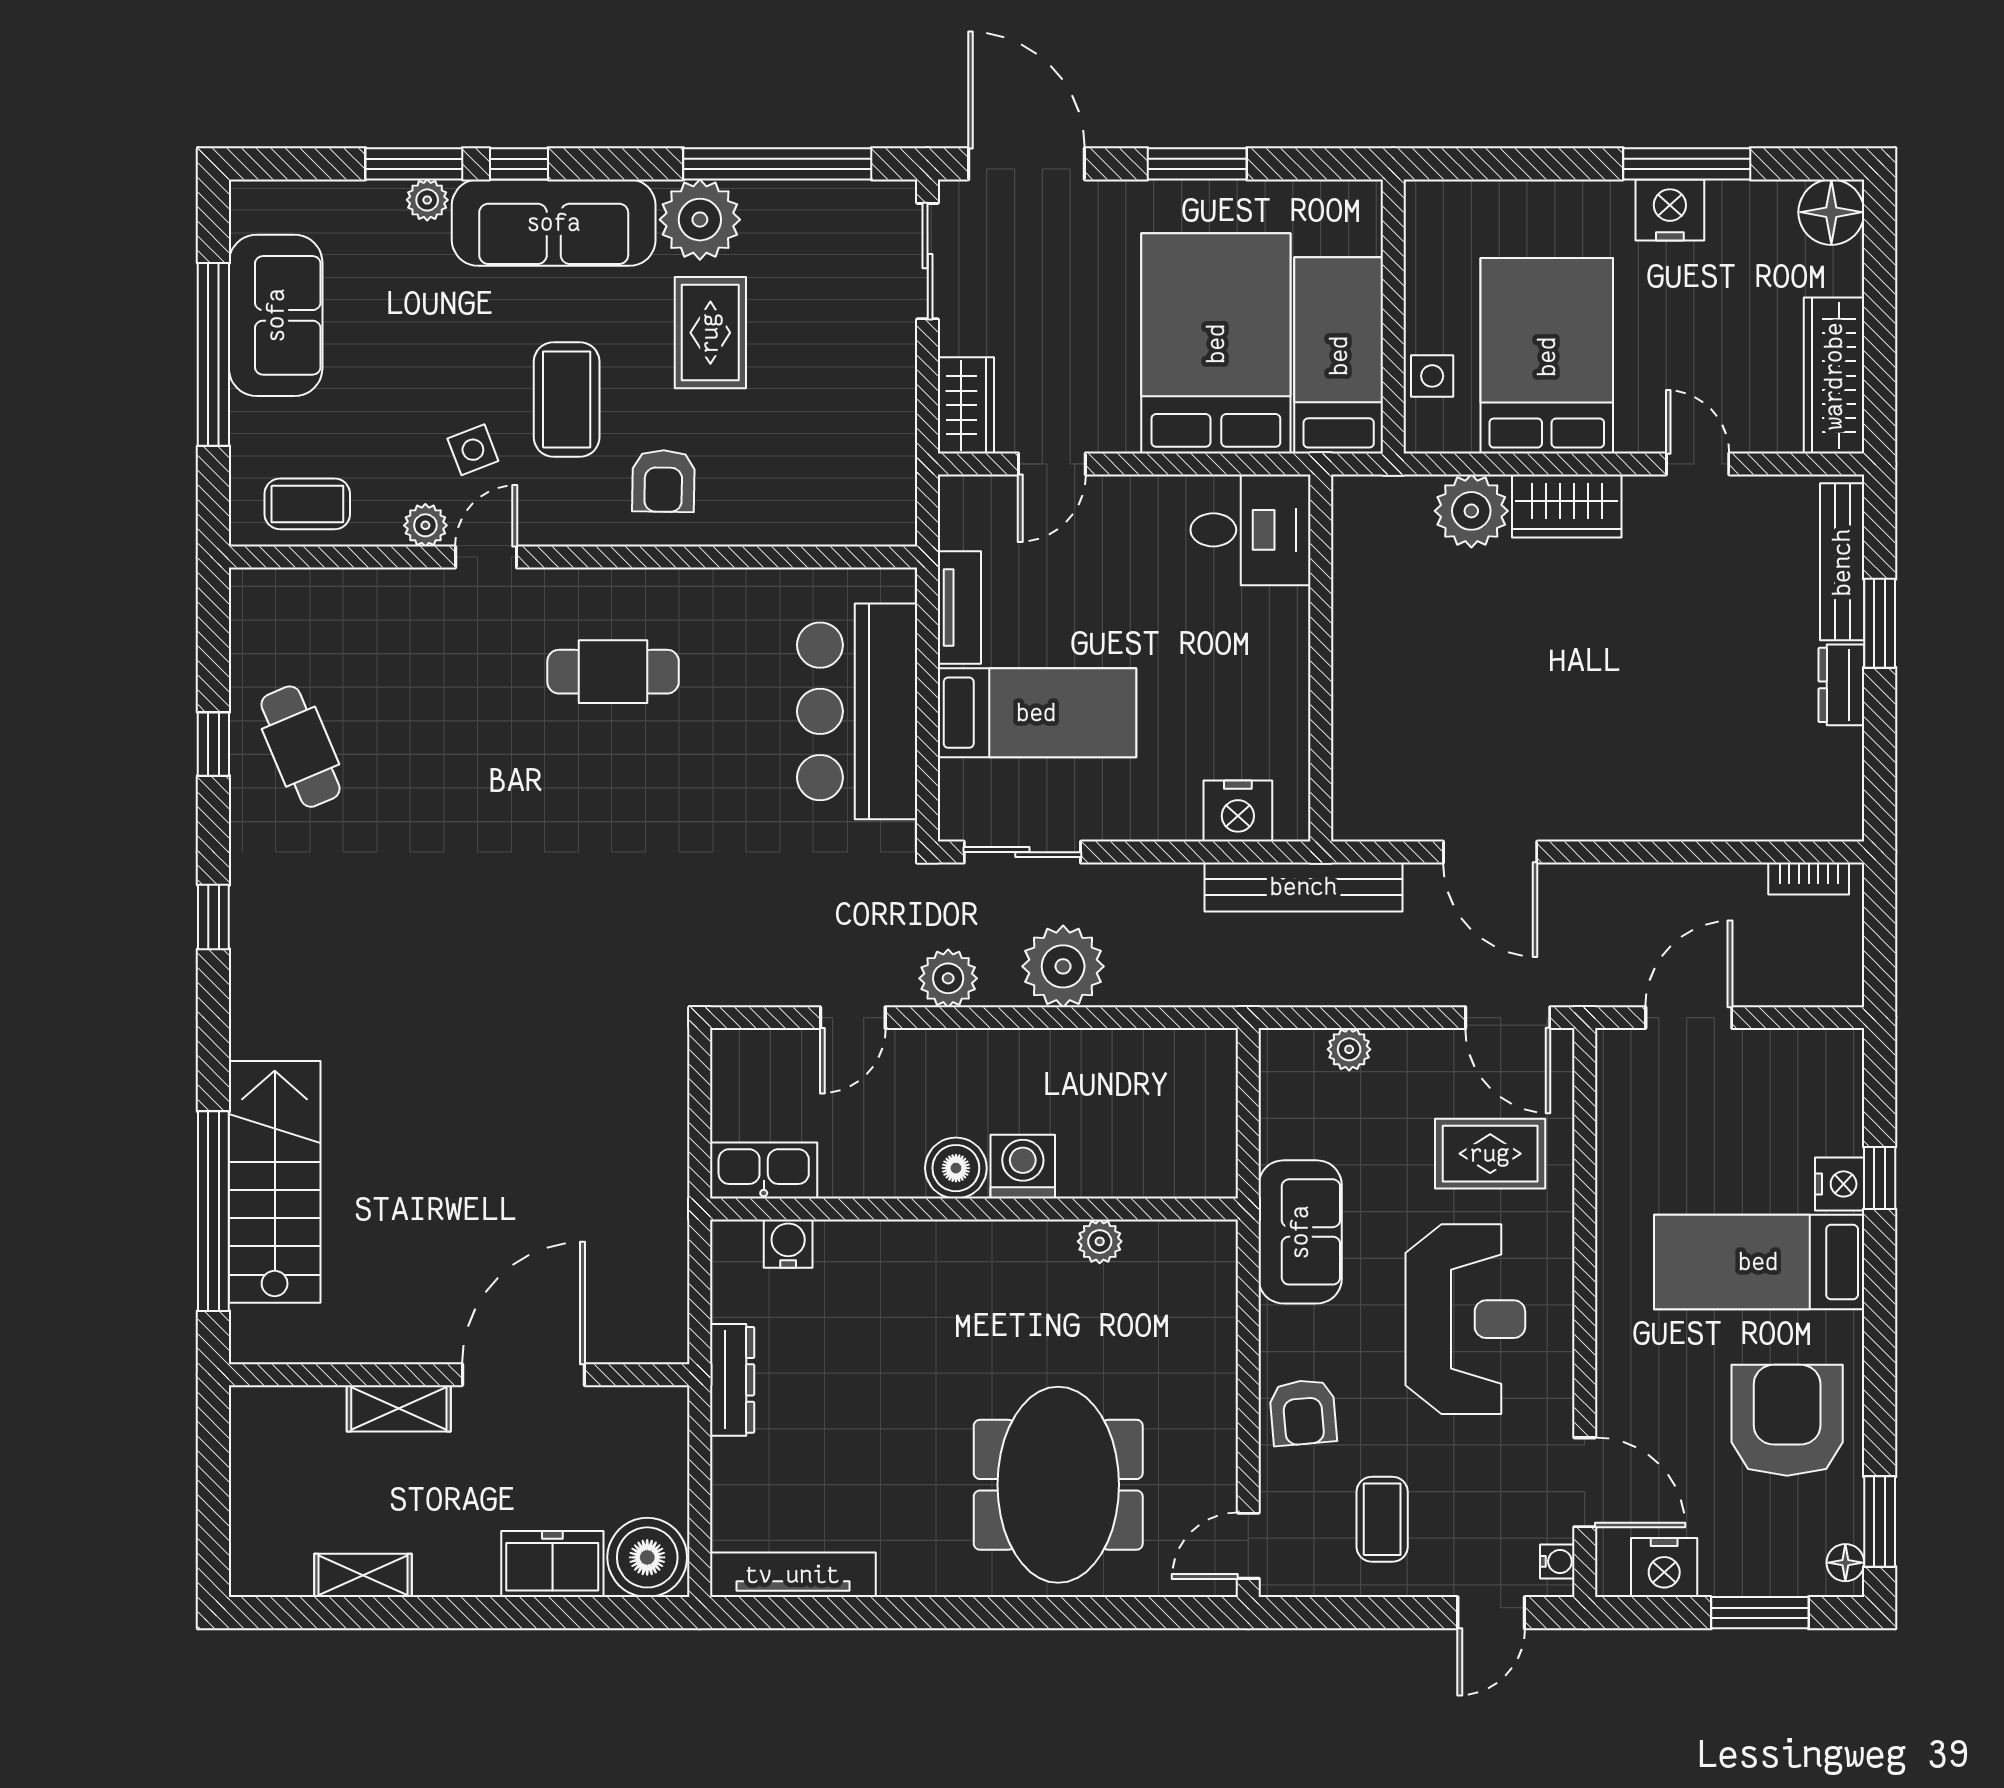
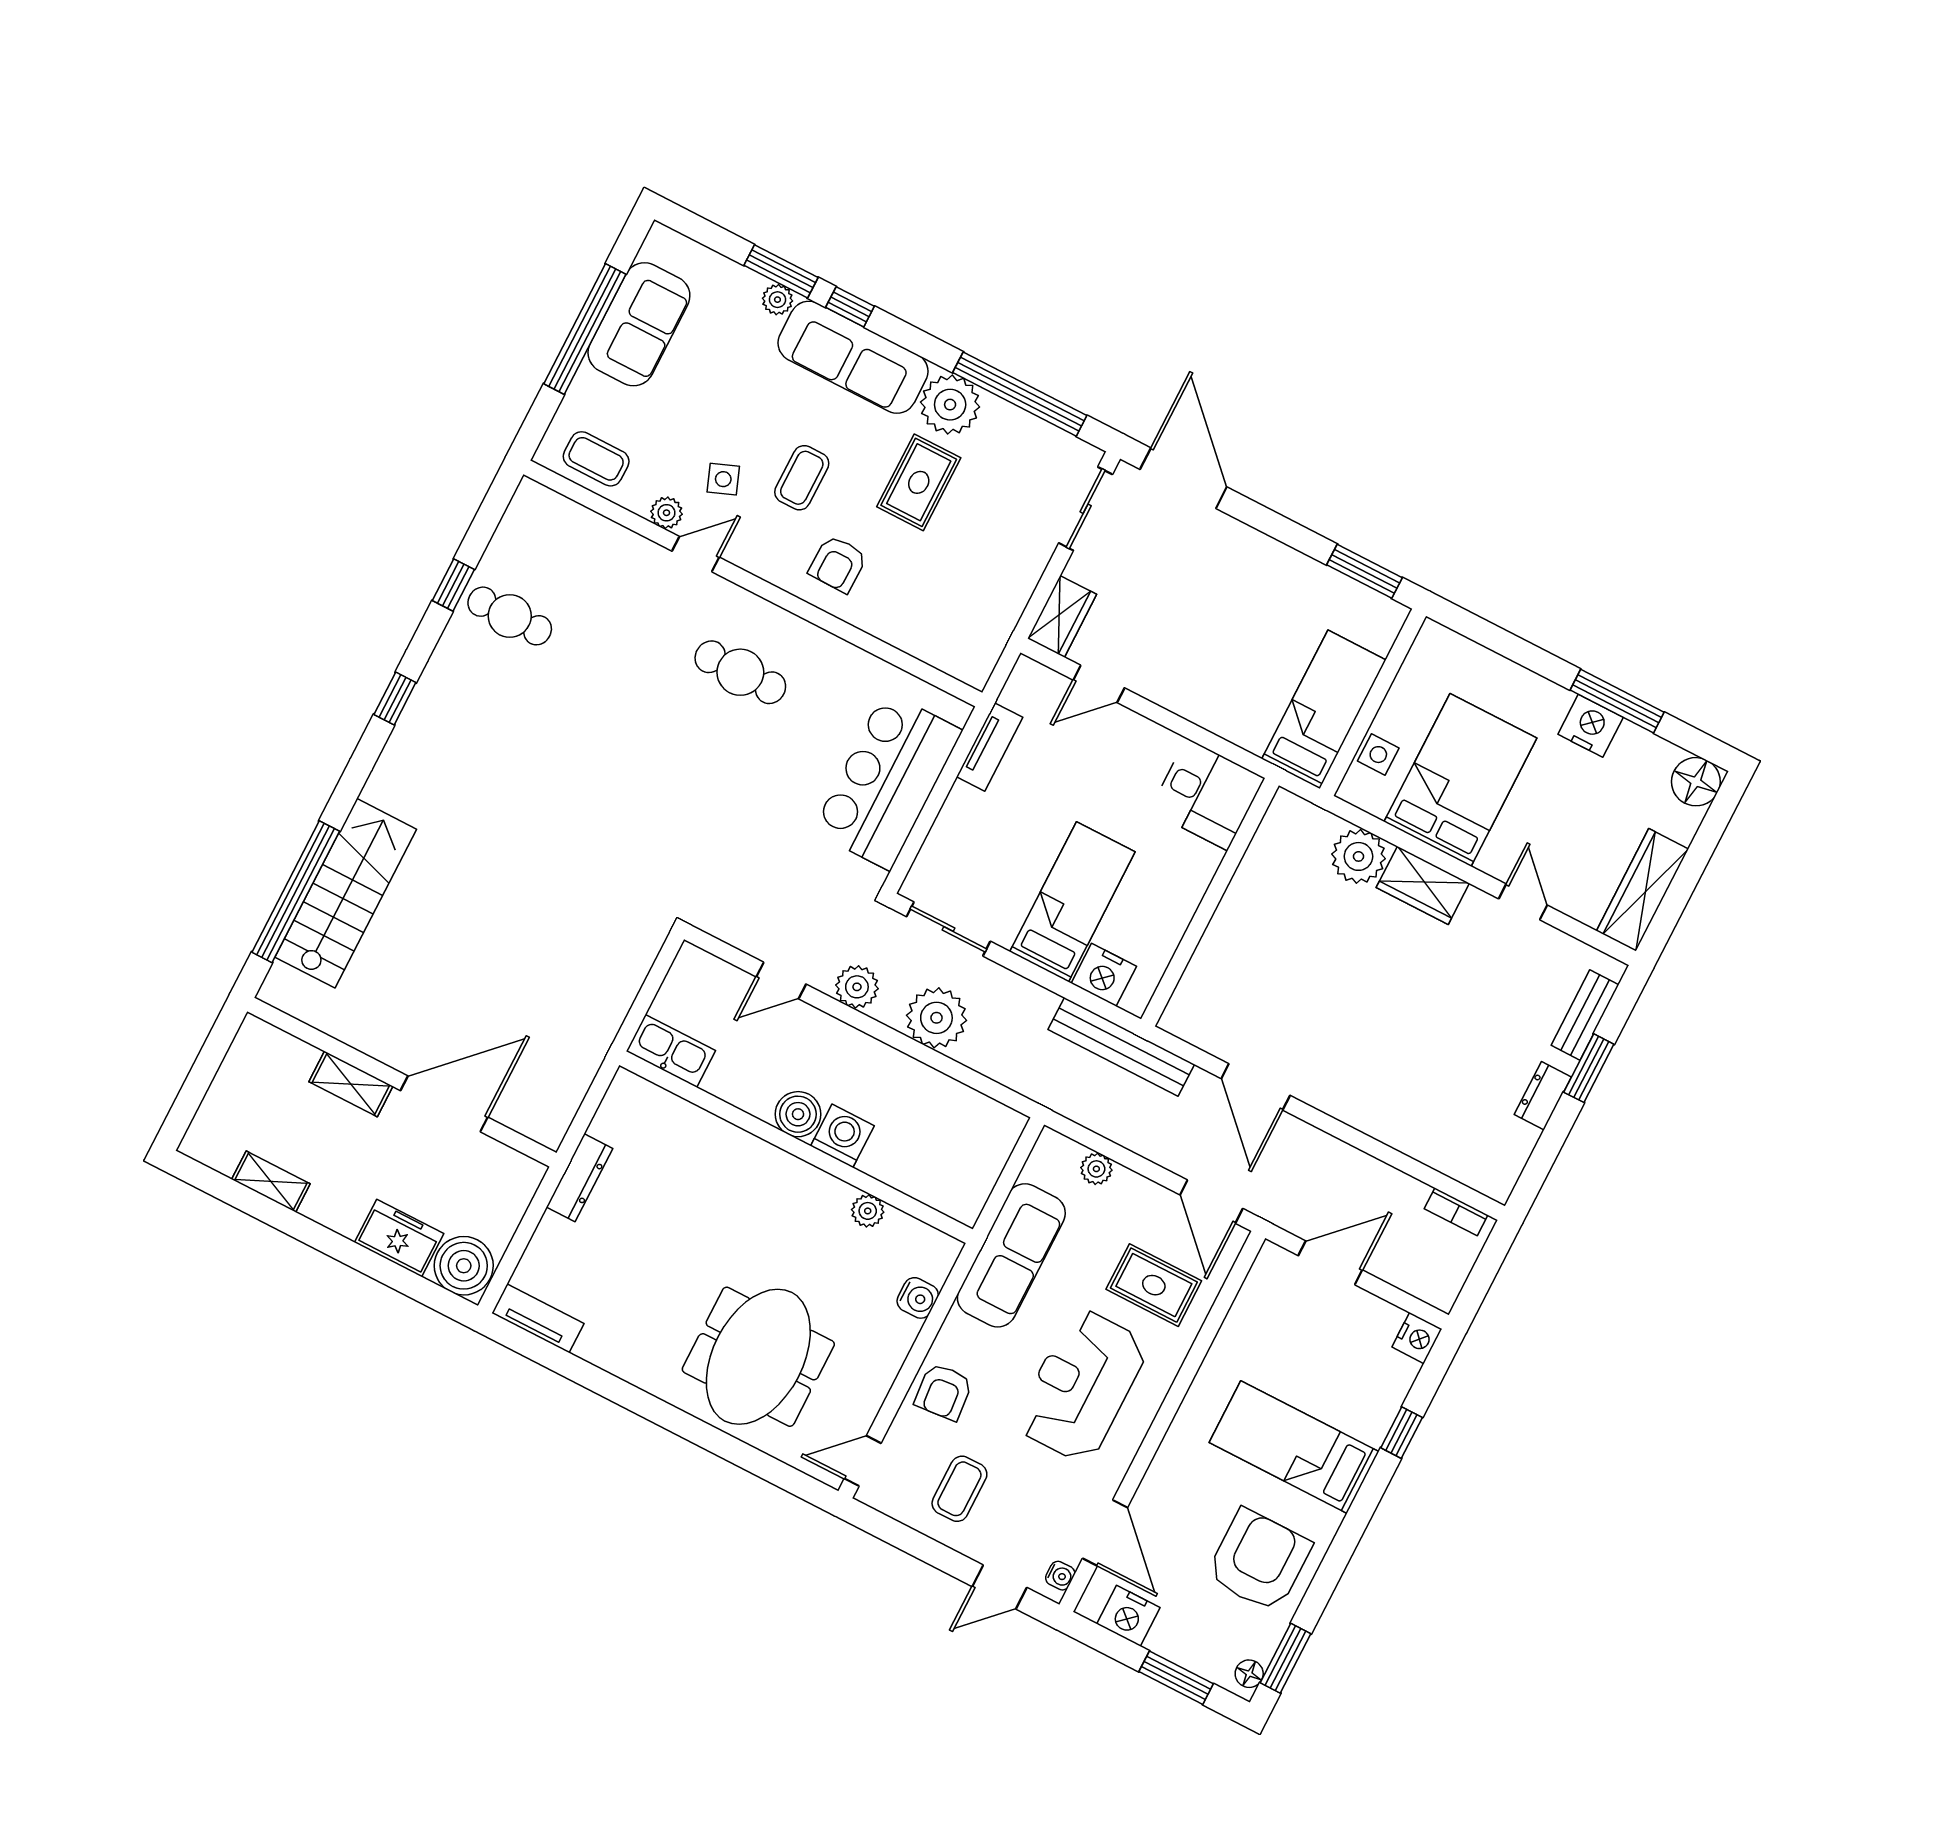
window: (1197, 164) -> (1365, 571), moved
bed: (1216, 343) -> (1247, 660), removed
coffee table: (567, 399) -> (802, 478), width x0.73, depth x0.77
bench: (1842, 562) -> (1585, 1015), width x0.73
bed: (1037, 713) -> (1072, 902), moved, turned -90
cafe table: (300, 747) -> (510, 616), turned -67
nightstand: (1840, 1184) -> (1417, 1338), moved
sofa: (1300, 1232) -> (1011, 1255), width x1.36
water cooler: (788, 1244) -> (918, 1298), moved, turned 90
reception desk: (1465, 1319) -> (1082, 1385), turned 180
tv unit: (793, 1575) -> (538, 1318), width x0.71

